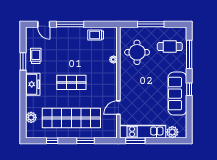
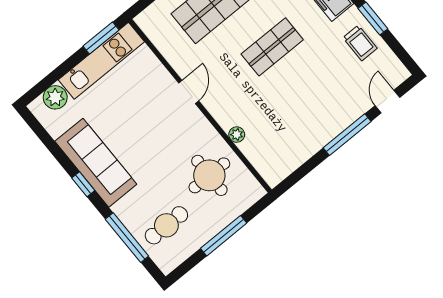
door: (44, 24) -> (388, 101), hinge flipped
trolley: (96, 35) -> (294, 150), removed
door: (118, 108) -> (189, 92), moved

